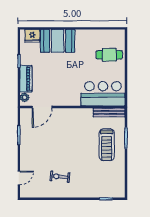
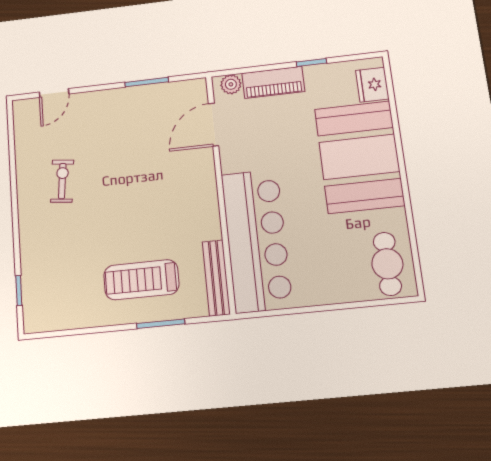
booth: (58, 41) -> (359, 157), width x1.36, depth x1.42
cafe table: (109, 55) -> (387, 264), moved
bar counter: (103, 94) -> (257, 240), width x1.36
door: (42, 107) -> (214, 125), hinge flipped
door: (19, 178) -> (54, 93), hinge flipped

